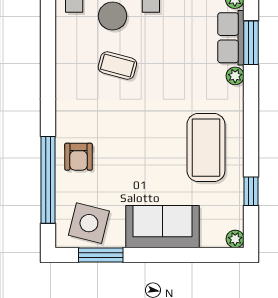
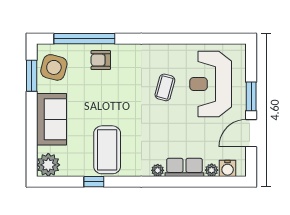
window: (251, 43) -> (181, 182), removed
coffee table: (206, 148) -> (107, 150), turned 90
window: (251, 191) -> (94, 182), moved
plant: (235, 239) -> (48, 165), width x1.87, depth x1.87

